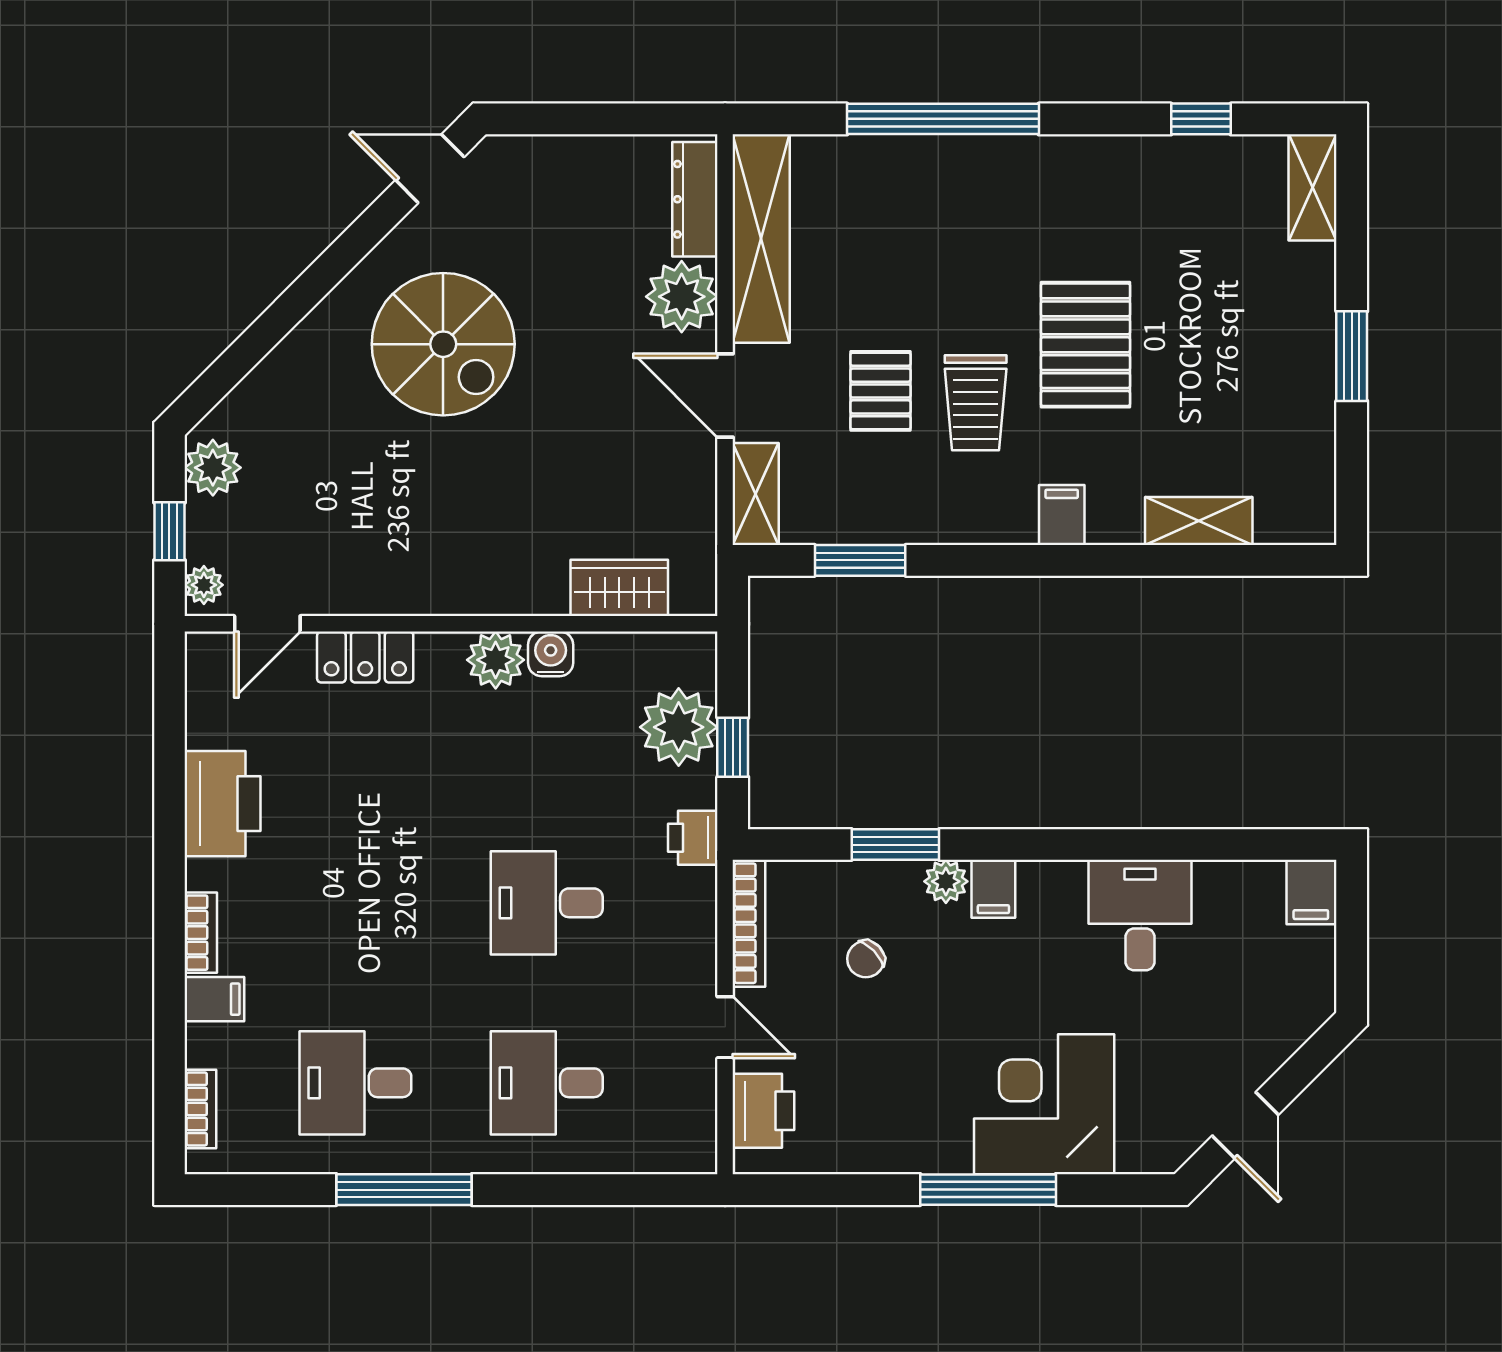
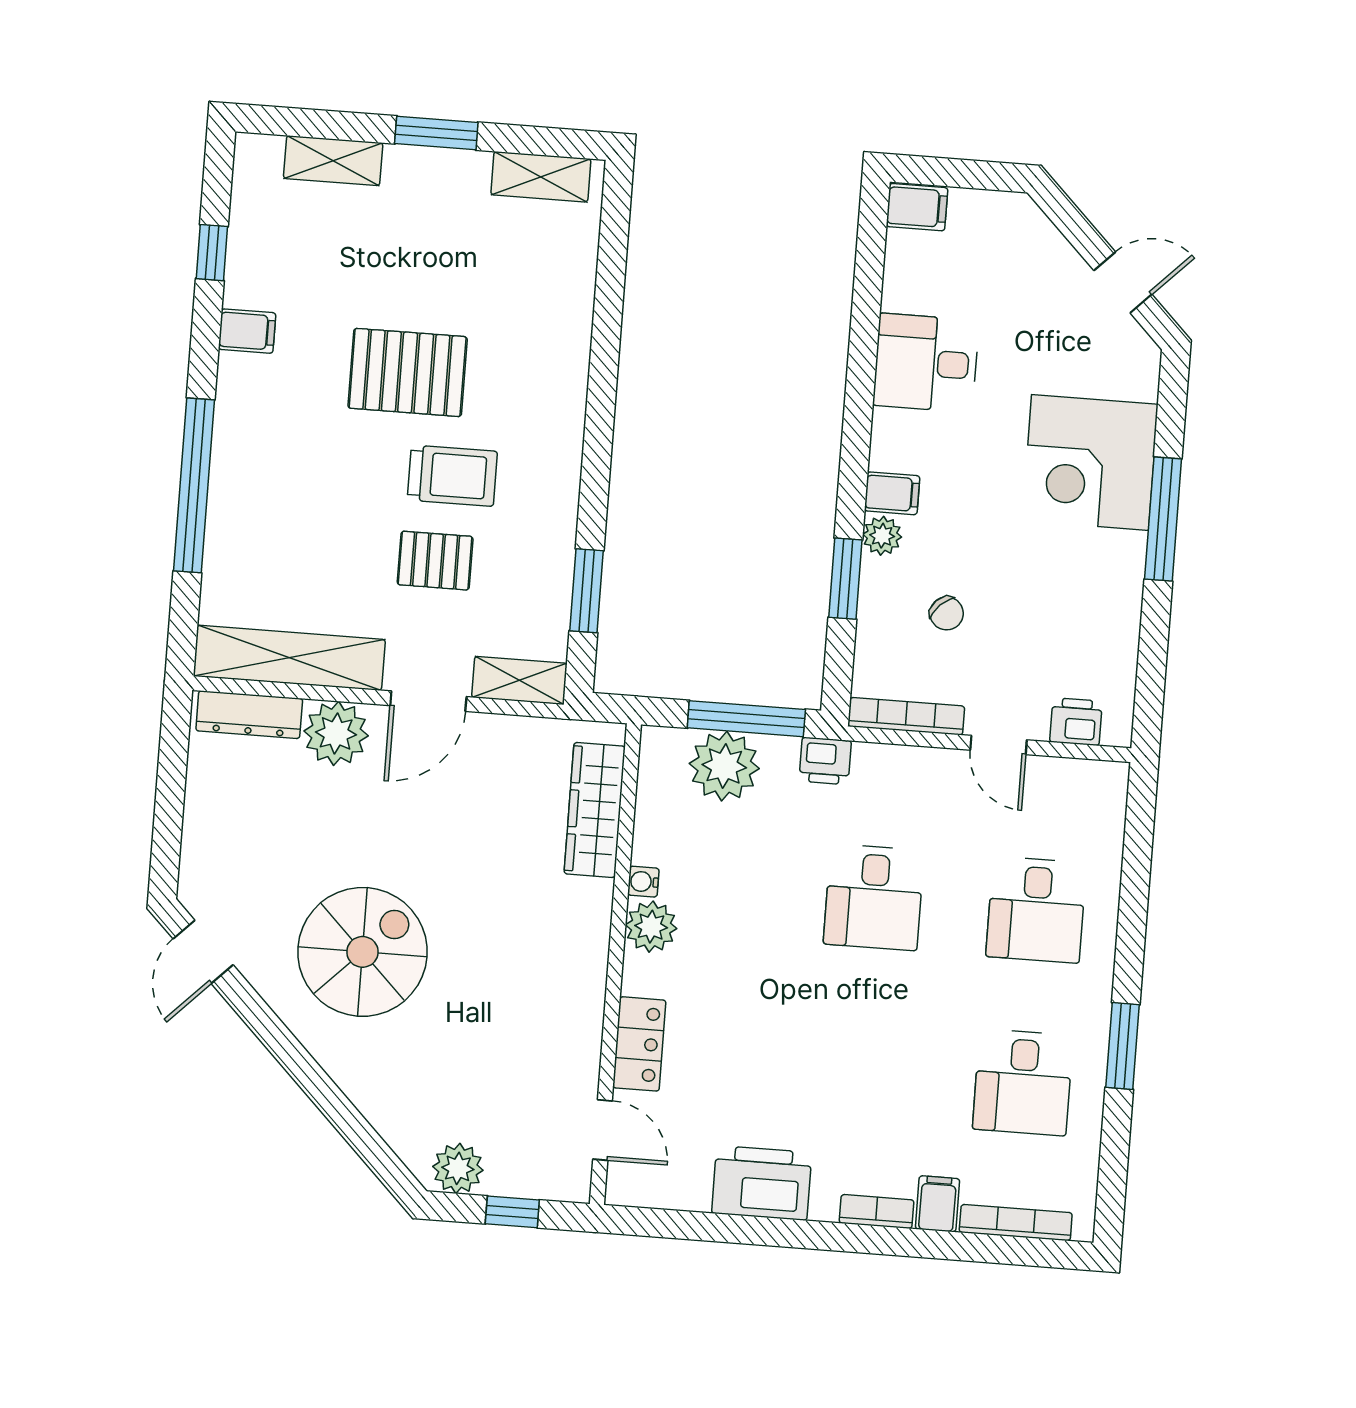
shelving: (1313, 187) -> (333, 161), moved
filing cabinet: (1062, 515) -> (247, 331), moved, turned 180
shelving: (1199, 521) -> (541, 177), moved, turned 90
plant: (204, 585) -> (563, 1185), removed
wardrobe: (619, 588) -> (595, 810), width x1.50
water cooler: (551, 654) -> (643, 882), width x0.72, depth x0.72
window: (733, 747) -> (746, 719), width x2.17
door: (725, 1027) -> (998, 745), swing flipped
bookcase: (200, 1109) -> (1016, 1223), width x1.56
printer: (763, 1111) -> (1076, 722), width x0.73, depth x0.81
window: (404, 1190) -> (1122, 1046), width x0.69

